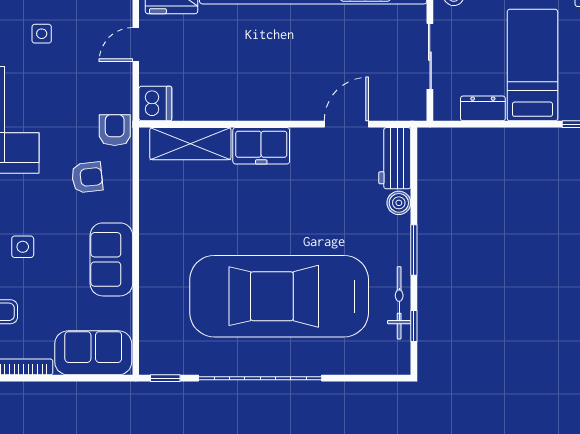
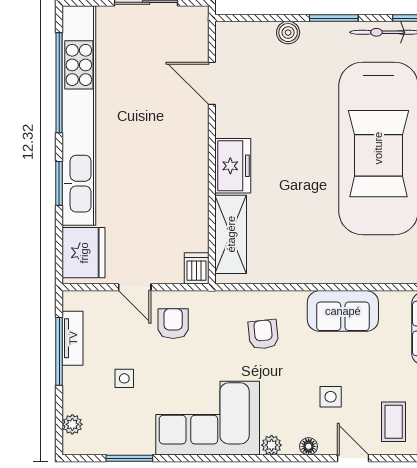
dishwasher: (155, 104) -> (197, 268), width x0.73
armchair: (115, 130) -> (173, 324), moved, turned 90
workbench: (395, 158) -> (245, 37), removed

